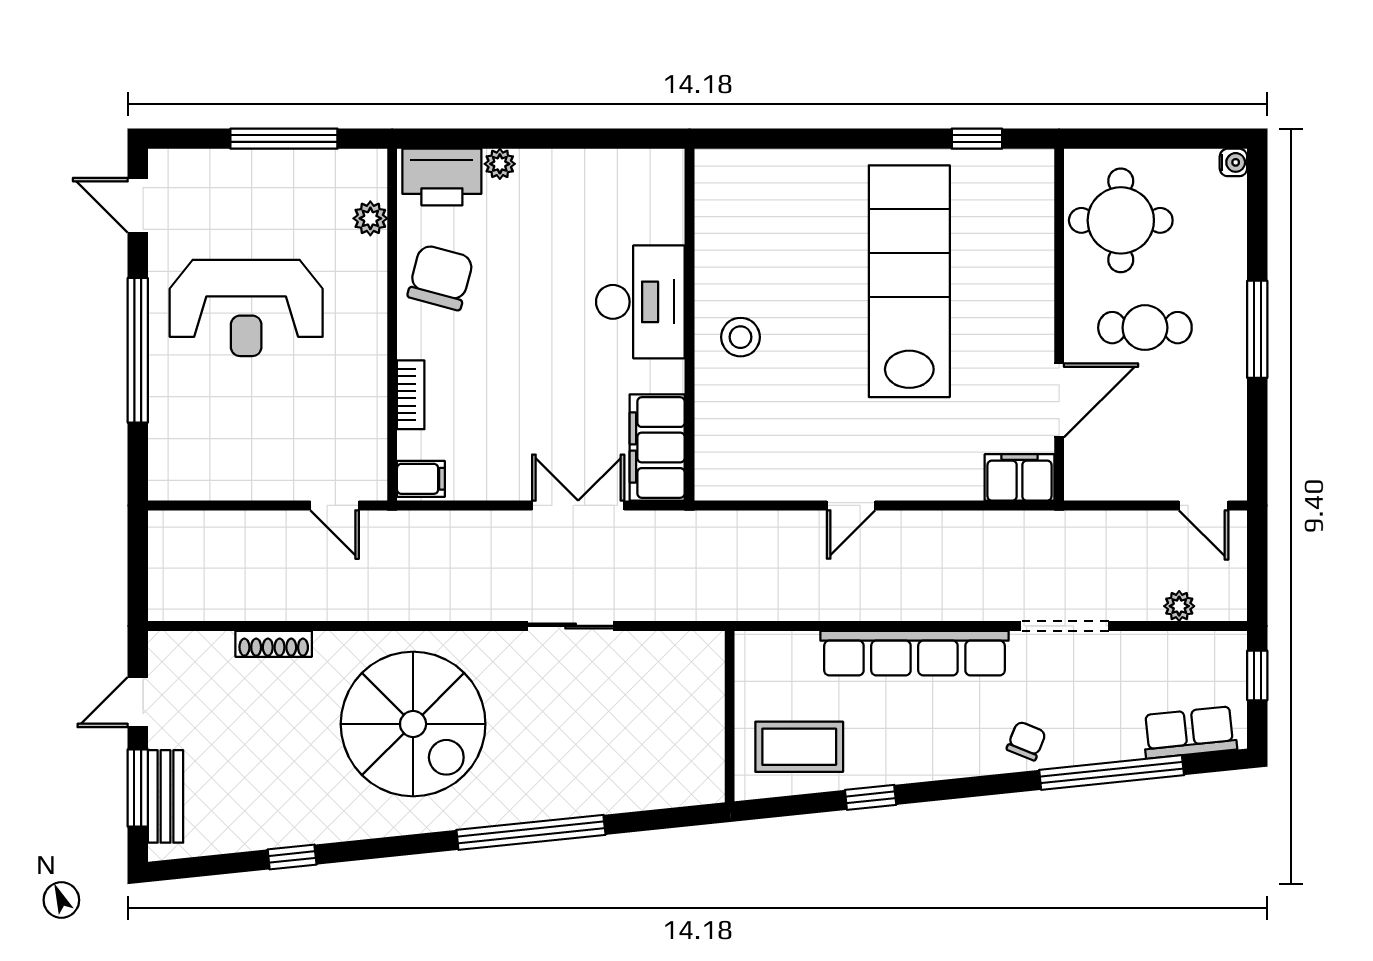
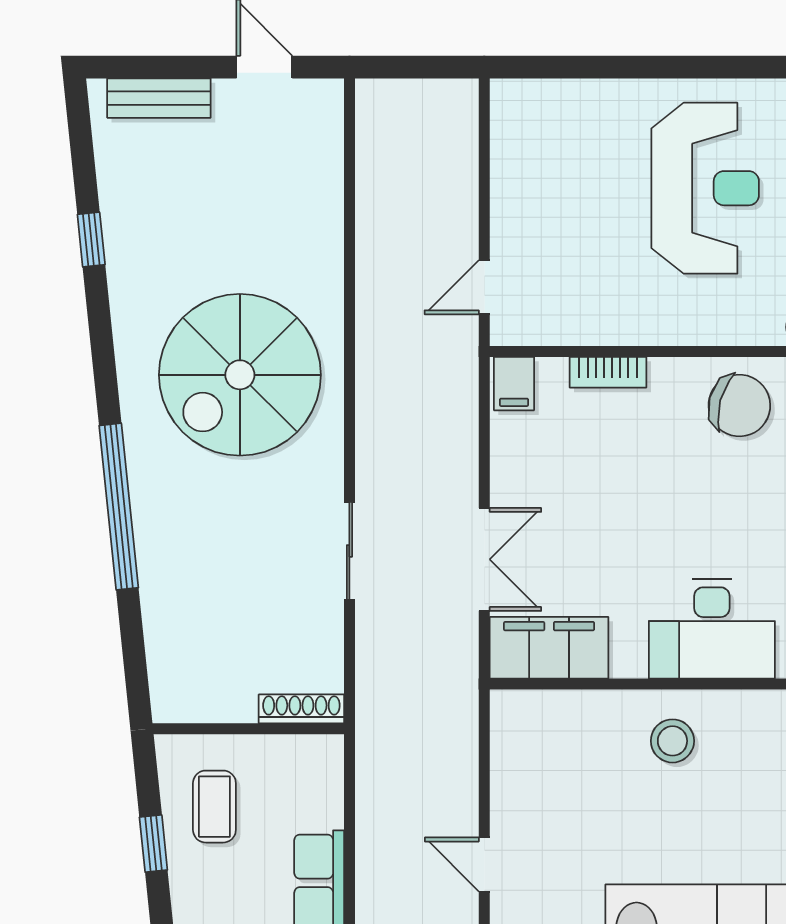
reception desk: (246, 308) -> (705, 188), turned 180
window: (138, 350) -> (658, 67), removed
shoe rack: (274, 644) -> (301, 709), moved, turned 90
coffee table: (799, 747) -> (214, 807), width x0.73, depth x0.77
window: (138, 788) -> (168, 67), removed
window: (871, 797) -> (153, 844), moved

